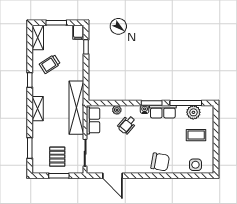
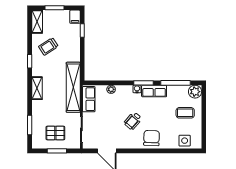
plant: (193, 112) -> (195, 92), moved
wheelchair: (127, 125) -> (133, 121), moved
pallet: (57, 157) -> (55, 133), turned 90
chair: (160, 162) -> (152, 138), turned -98

